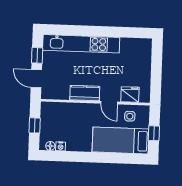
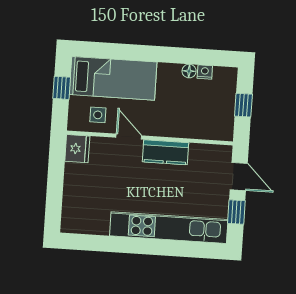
fridge: (130, 94) -> (77, 149), moved, turned -90
floor lamp: (50, 146) -> (189, 71), moved

